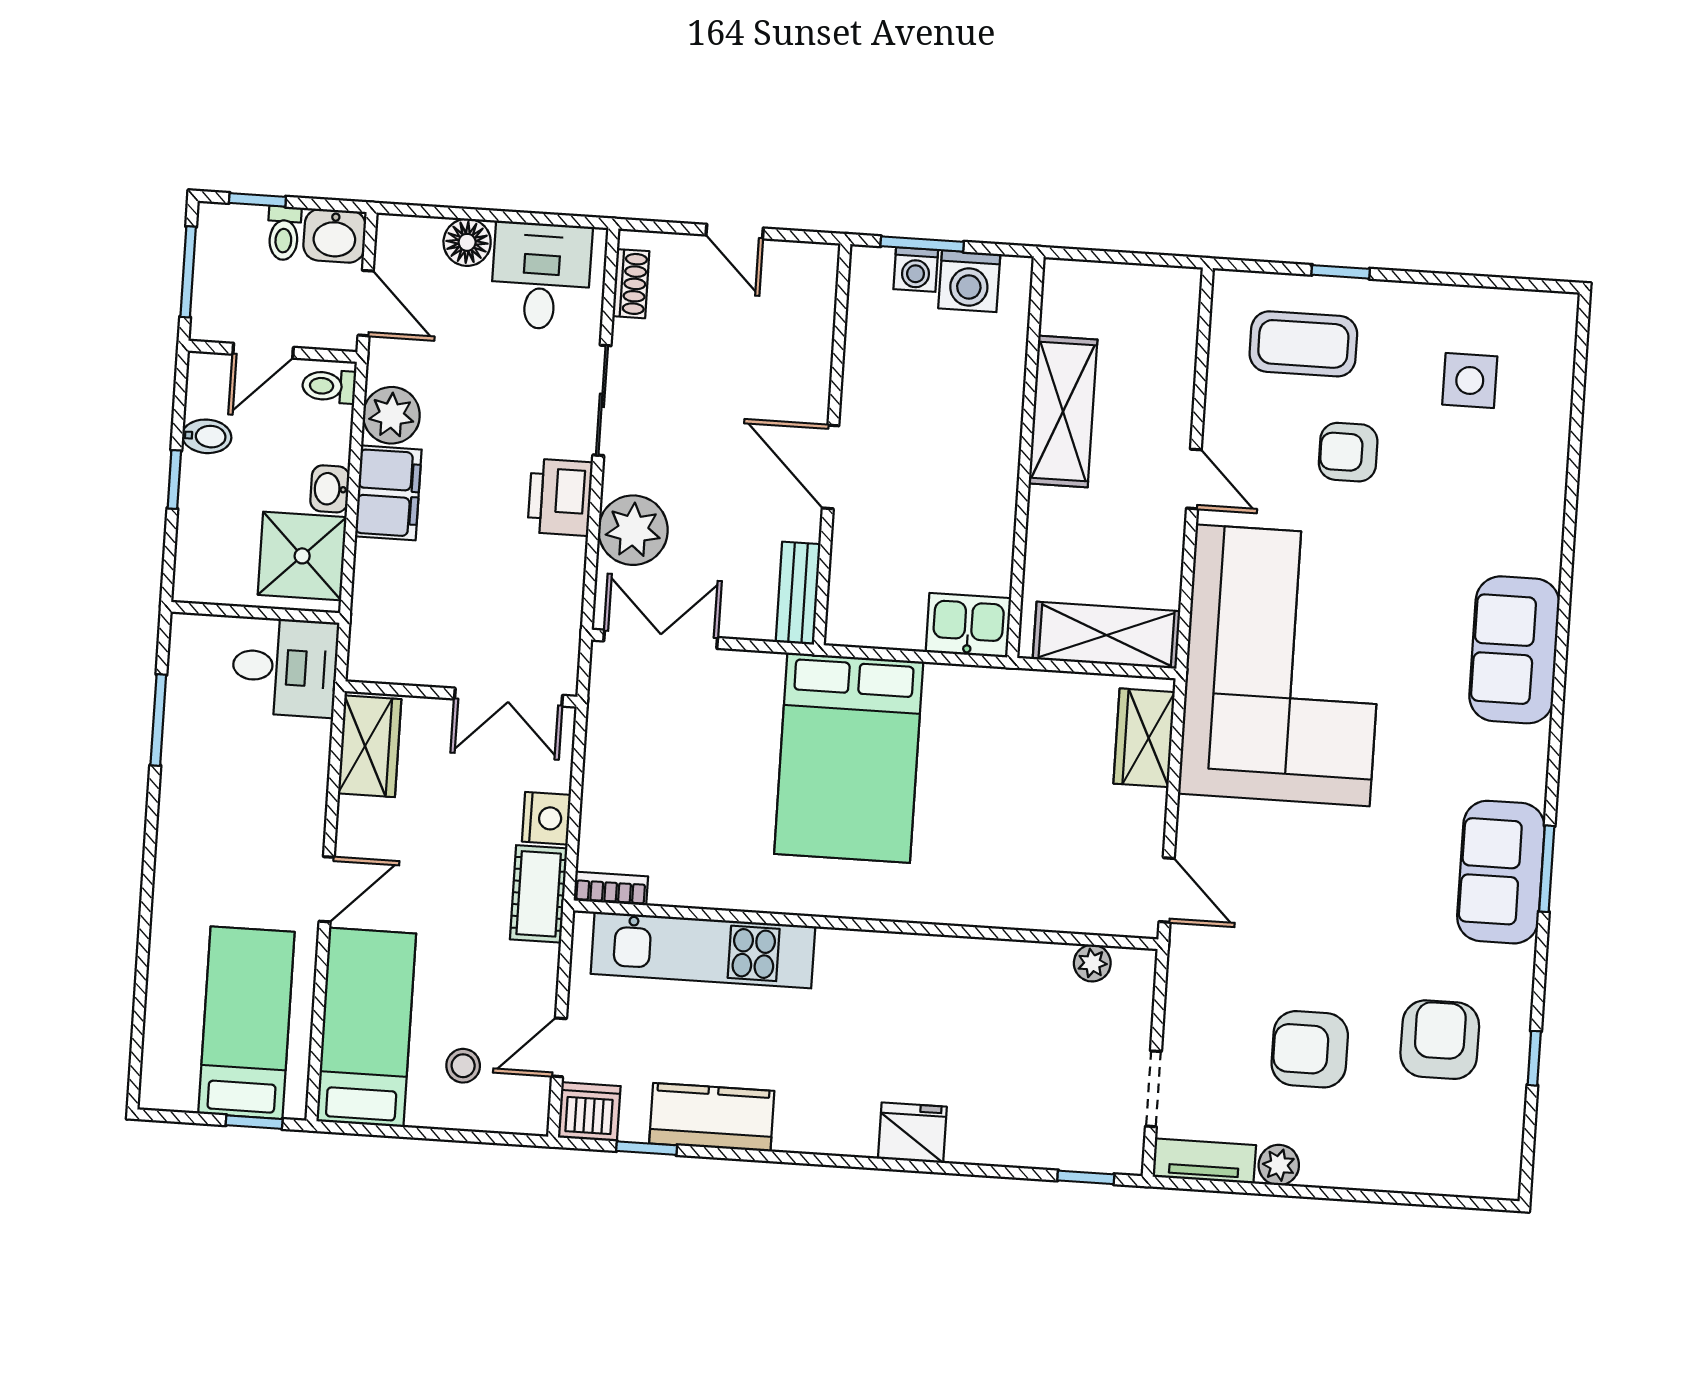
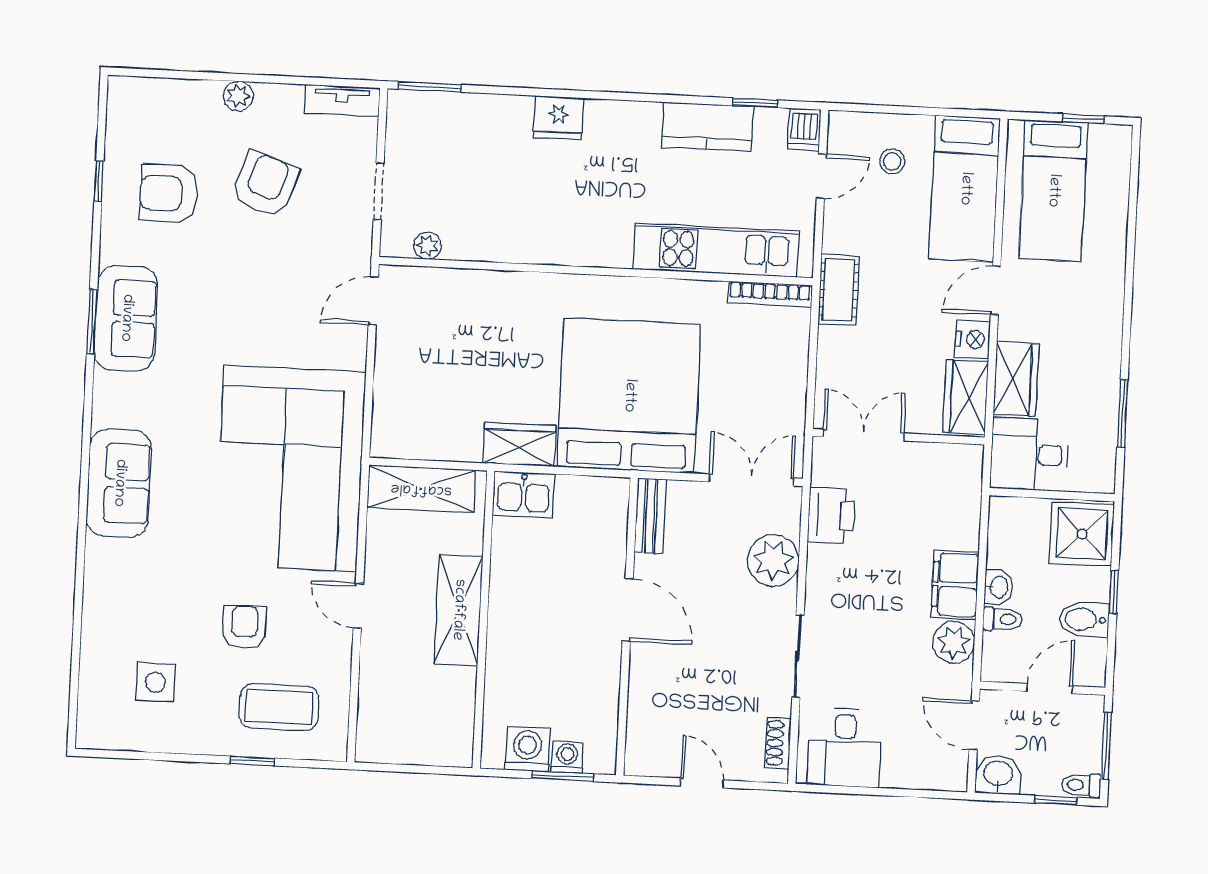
toilet: (284, 233) -> (1081, 785), moved, turned -90
floor lamp: (467, 242) -> (900, 772), removed
toilet: (329, 386) -> (1003, 619), moved
shelving: (1063, 412) -> (458, 610), moved
bidet: (207, 436) -> (1084, 619), width x1.38, depth x1.36
armchair: (1348, 452) -> (245, 627), turned -90
printer: (560, 497) -> (831, 515), moved
shower: (302, 556) -> (1082, 534), moved
double door: (661, 639) -> (751, 480), swing flipped
wardrobe: (1144, 738) -> (519, 444), moved, turned -90
bed: (849, 758) -> (629, 396), width x1.36
wardrobe: (301, 769) -> (1016, 379), added
nightstand: (546, 818) -> (973, 339), moved, turned 180
bookcase: (611, 888) -> (770, 294), width x1.56
door: (1167, 890) -> (373, 301), hinge flipped
armchair: (1440, 1040) -> (169, 193), turned 90
armchair: (1310, 1049) -> (265, 185), turned -71
doorway: (1153, 1089) -> (379, 191), moved
dishwasher: (589, 1112) -> (804, 129), width x0.73
window: (254, 1122) -> (1083, 119), moved
plant: (1279, 1165) -> (238, 96), moved
window: (1086, 1177) -> (429, 87), width x1.50

